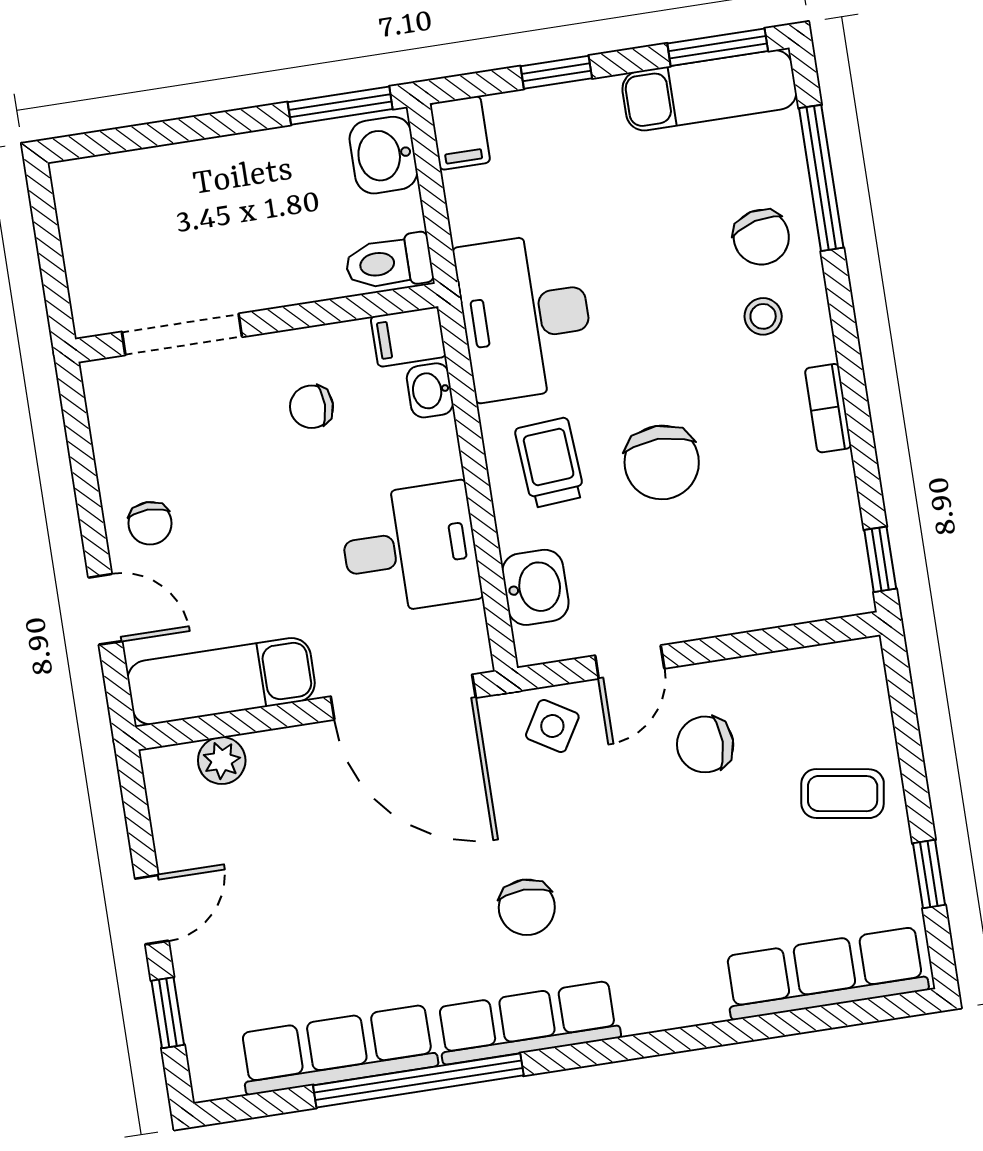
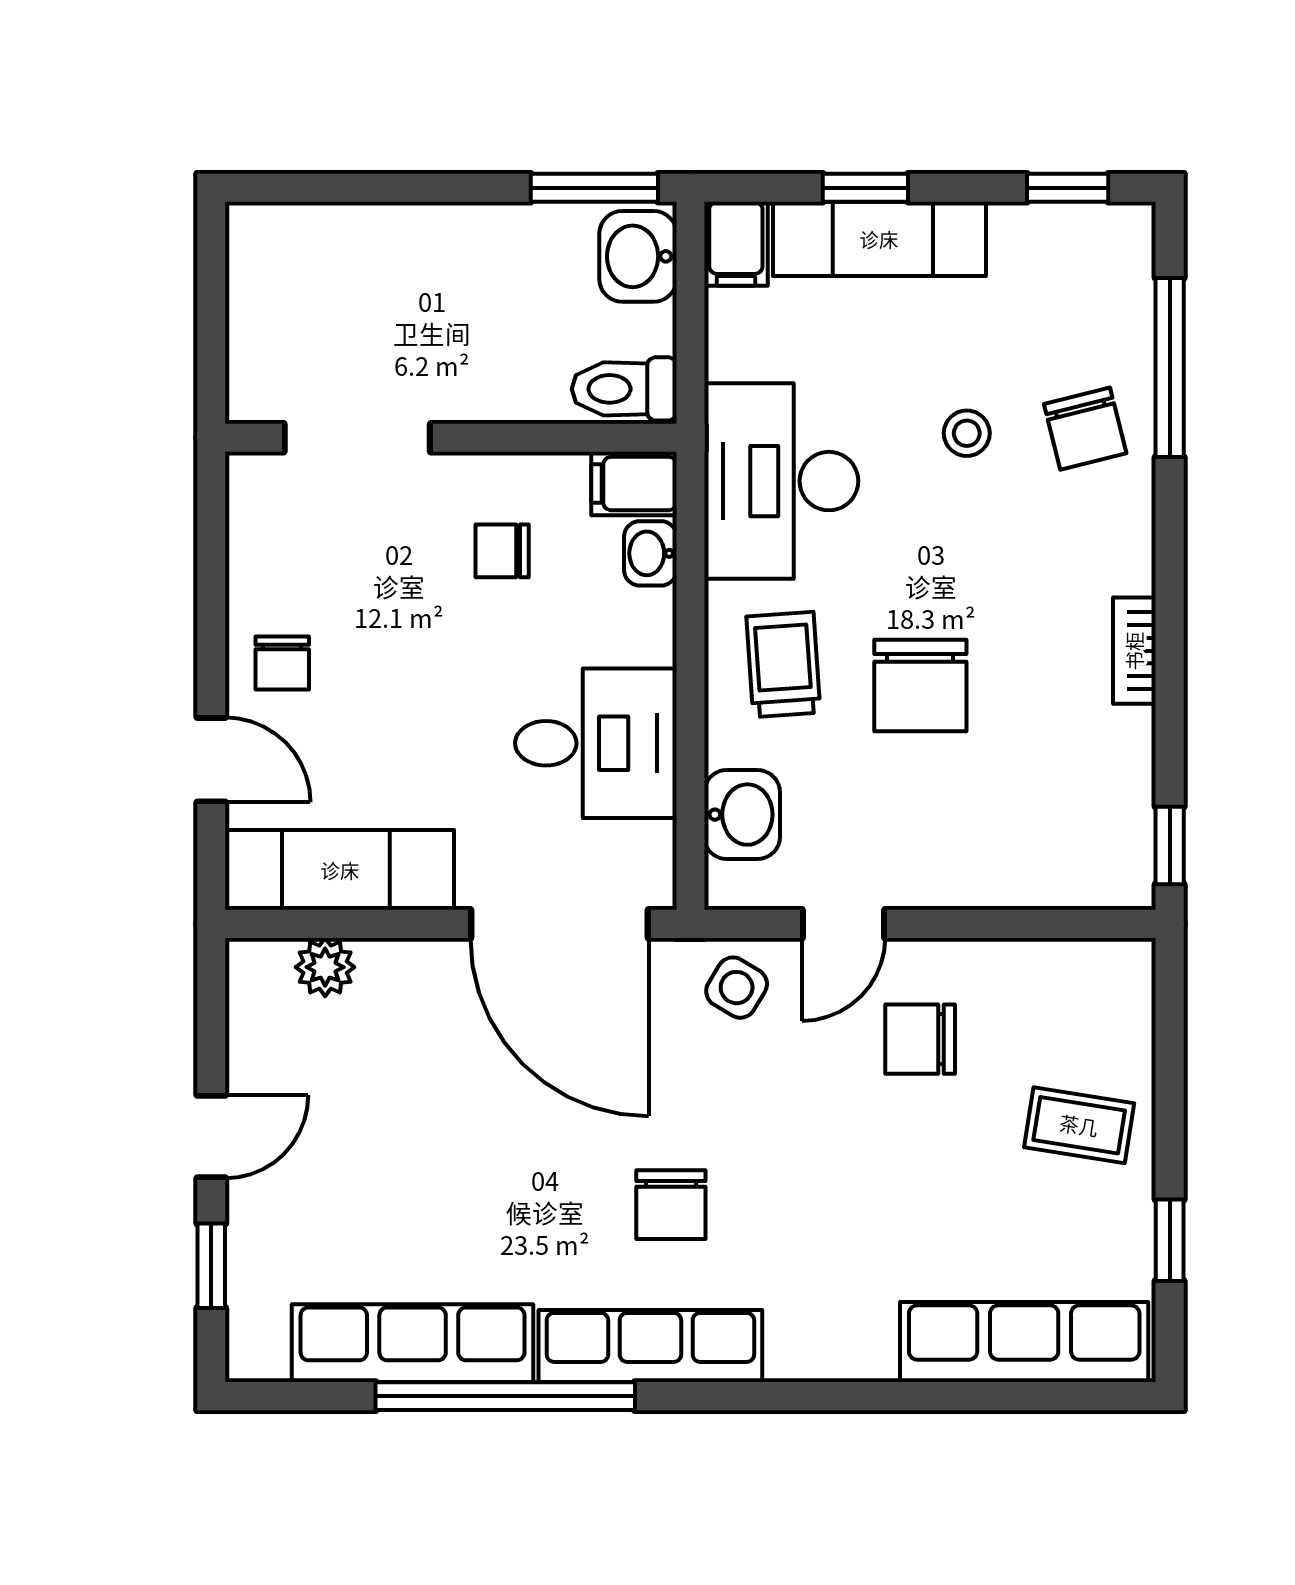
window: (718, 47) -> (1068, 188), width x0.67
exam couch: (709, 90) -> (879, 239), moved
stool: (763, 316) -> (967, 433), moved

